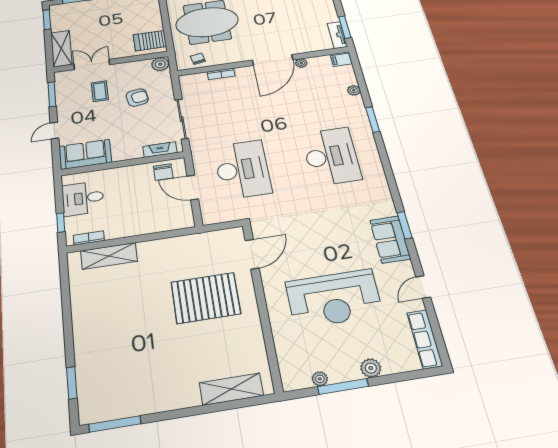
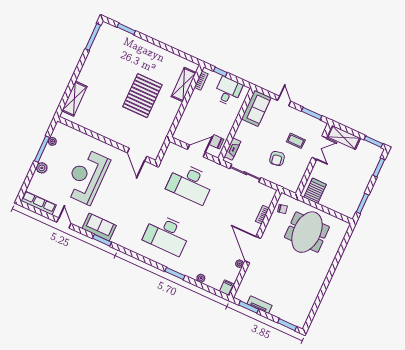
tv unit: (337, 35) -> (259, 305), moved
plant: (160, 64) -> (293, 186), removed
pallet: (206, 298) -> (142, 96), moved

